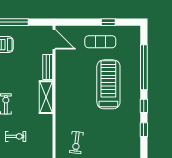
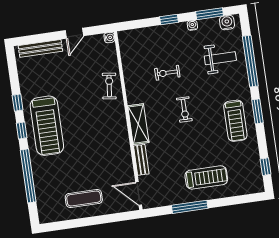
window: (108, 22) -> (78, 223), removed
treadmill: (108, 84) -> (47, 126), moved
exercise bike: (76, 143) -> (109, 86), moved

